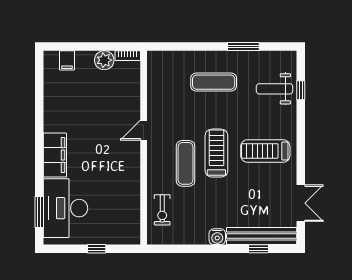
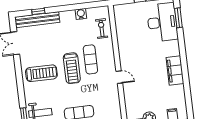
door: (144, 130) -> (119, 77), hinge flipped
filing cabinet: (55, 155) -> (175, 70), moved
water cooler: (217, 237) -> (81, 14), moved

